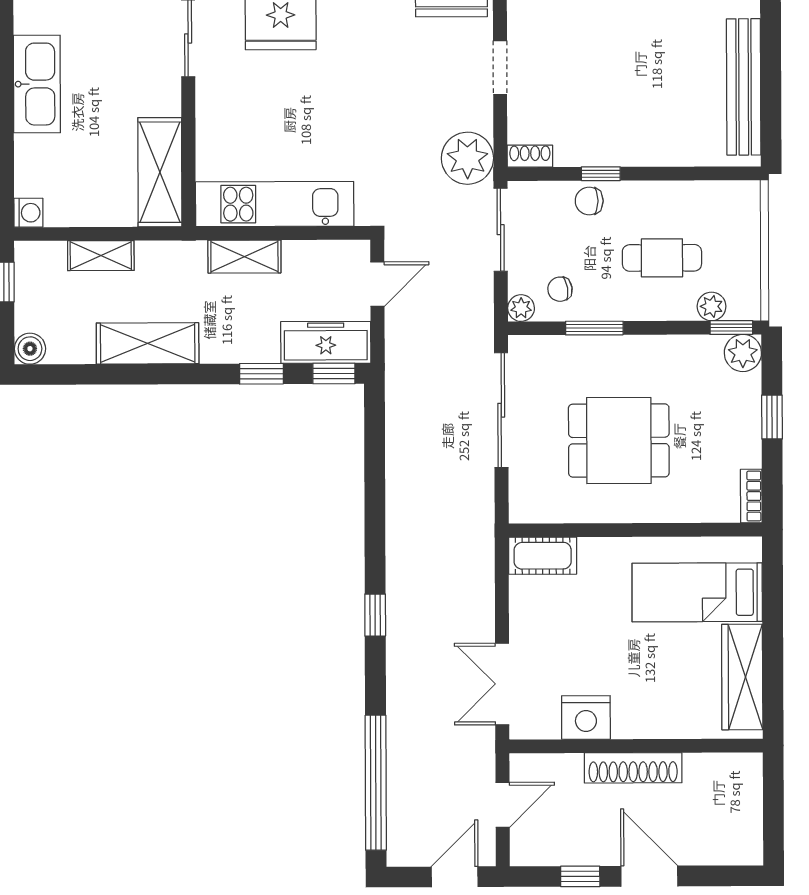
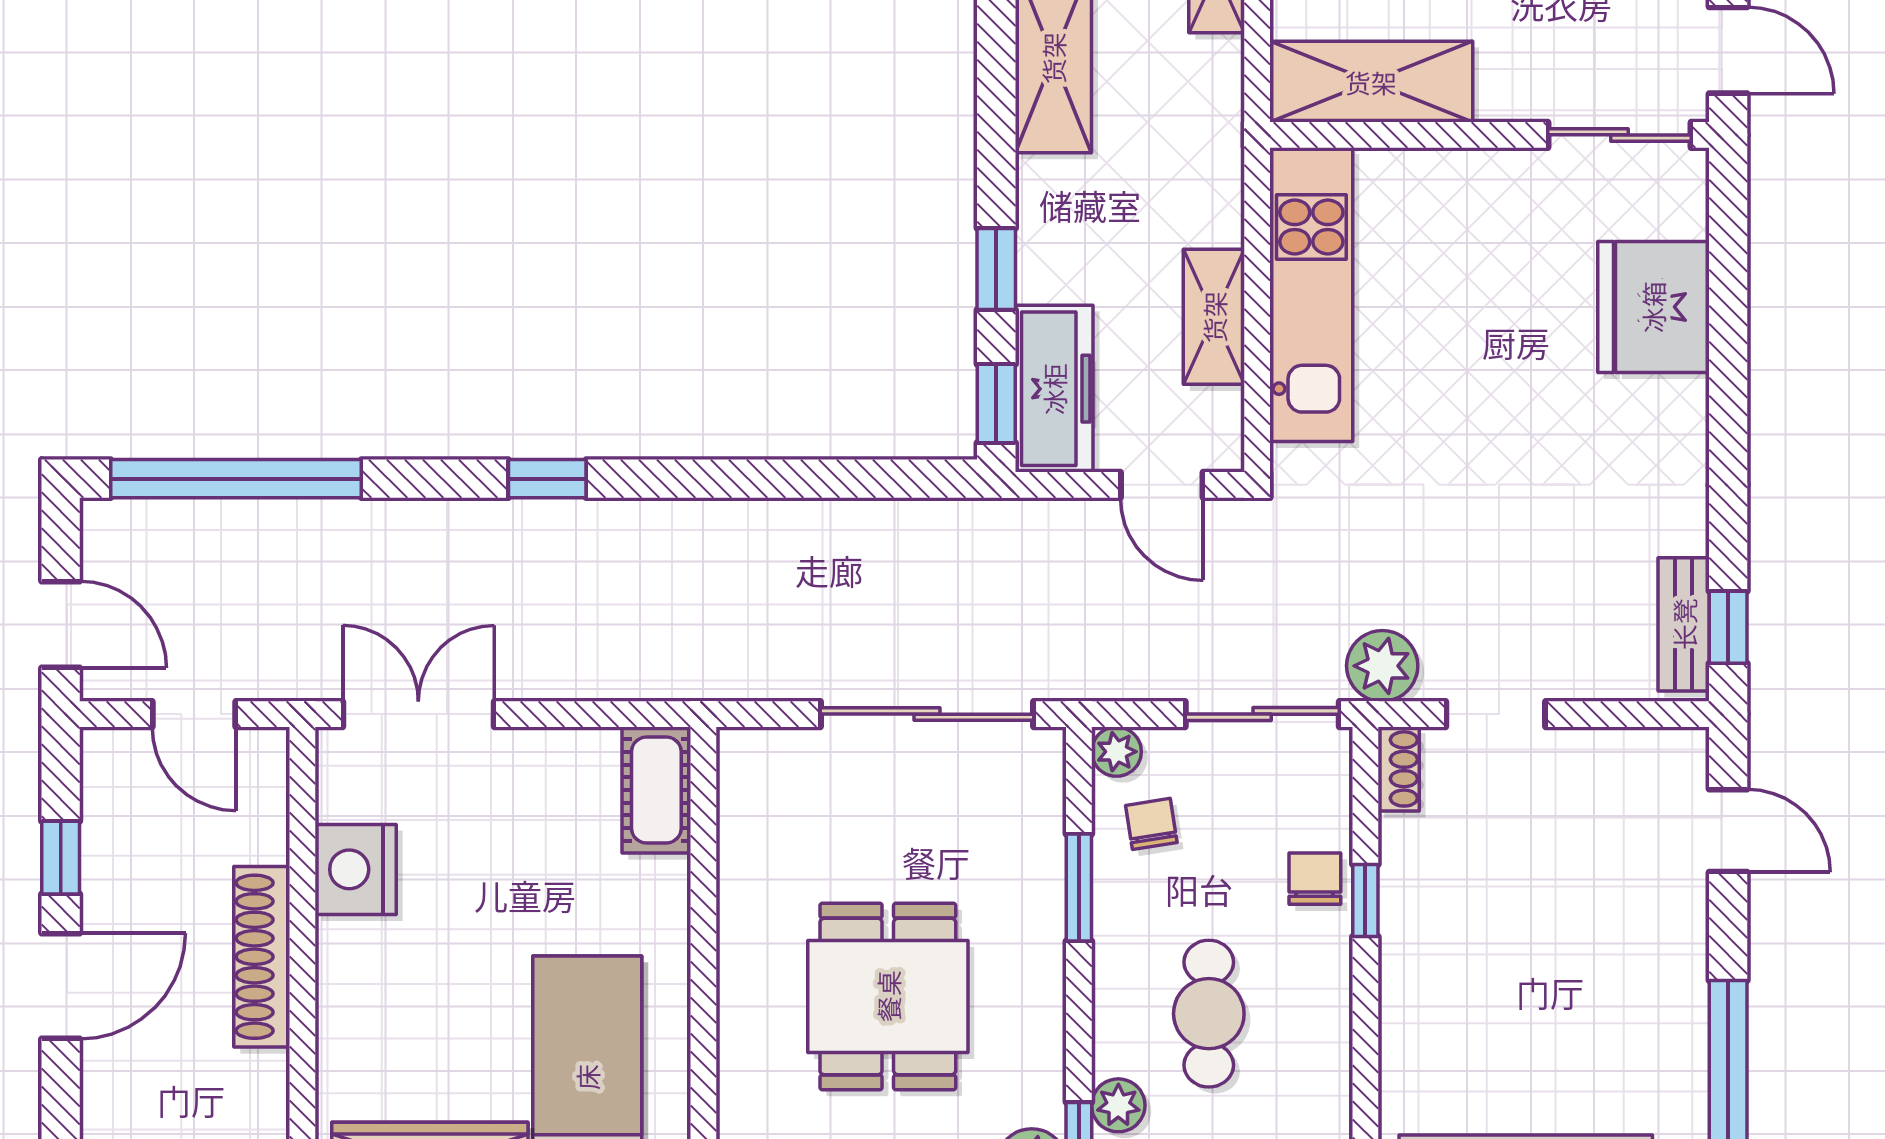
doorway: (500, 68) -> (1496, 714), moved
plant: (467, 158) -> (1382, 666), width x0.73, depth x0.73
shelving: (244, 257) -> (1214, 317), moved
dining table: (619, 441) -> (888, 996), moved

